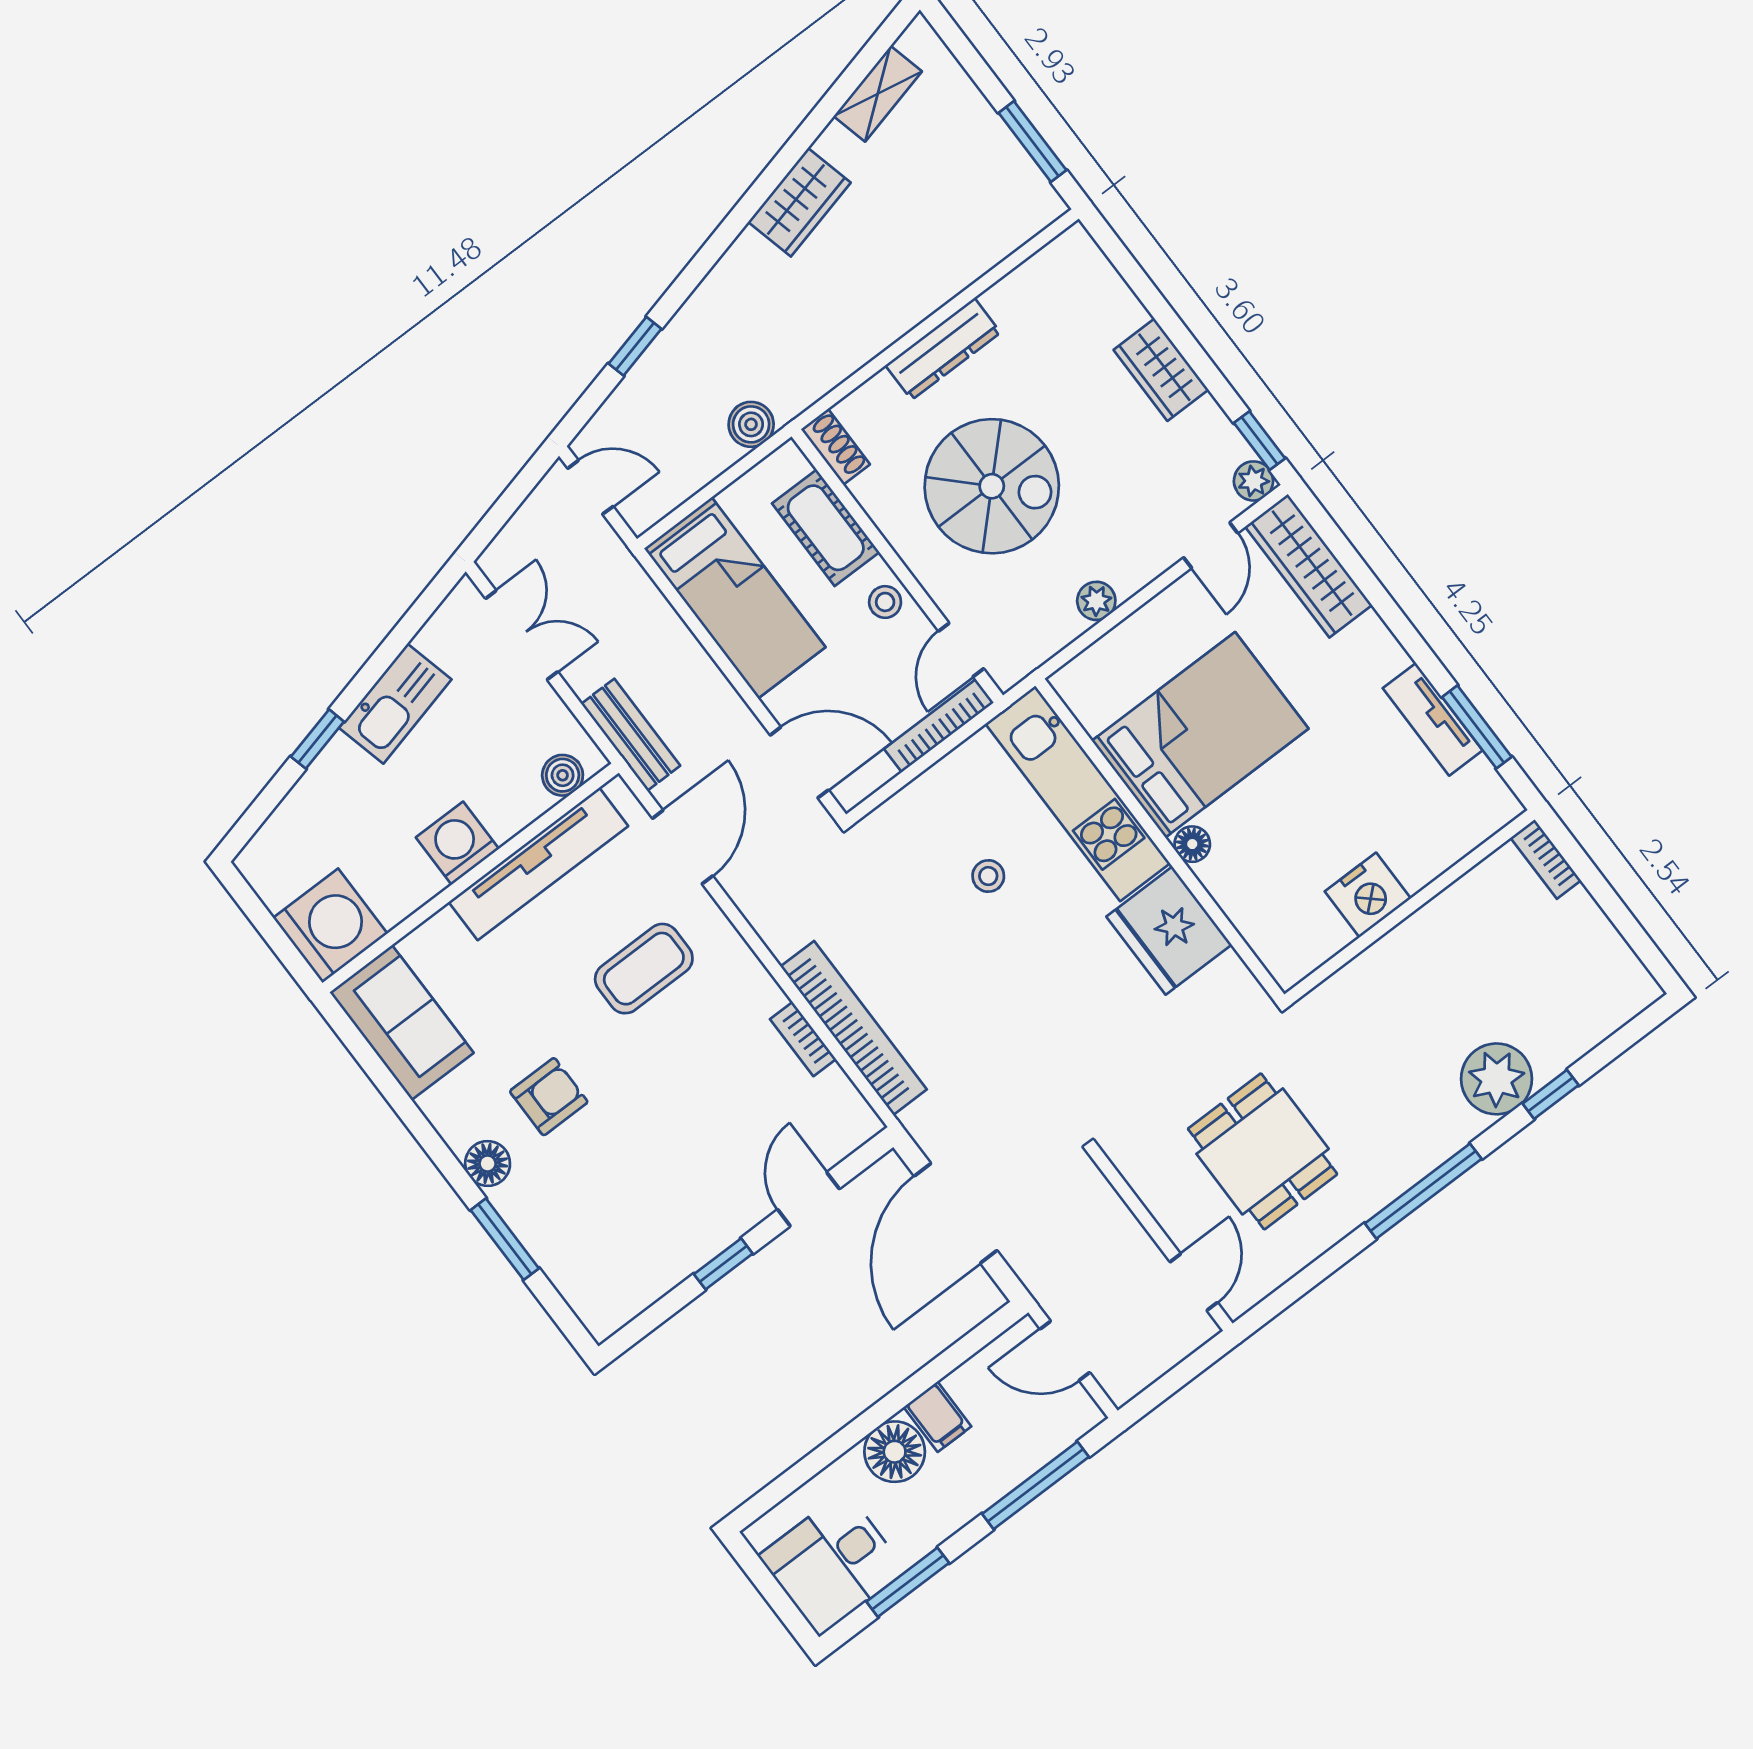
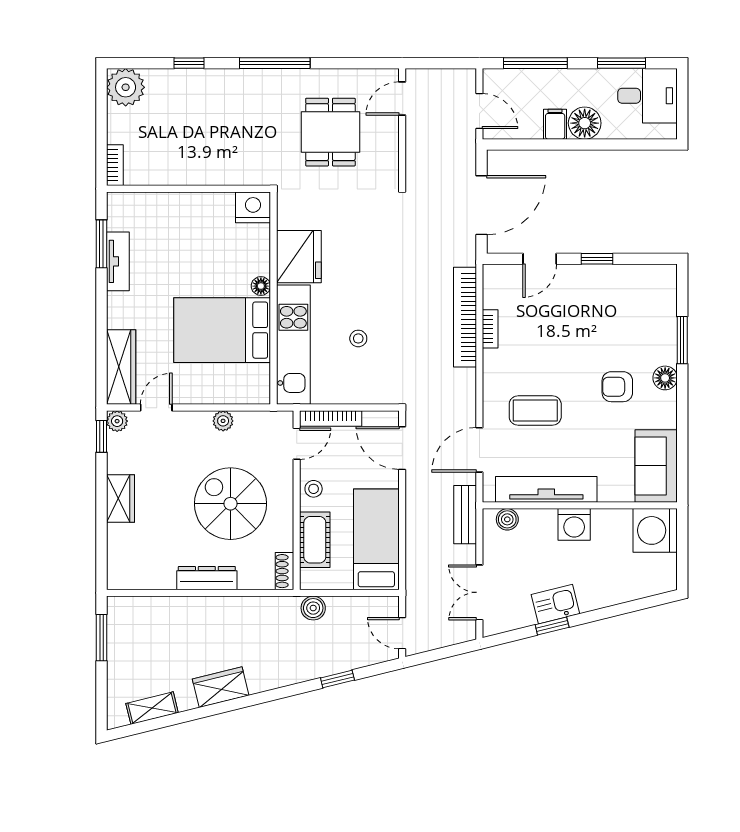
kitchen sink: (395, 704) -> (555, 604), width x0.73
window: (317, 739) -> (552, 626), moved
nightstand: (1368, 895) -> (253, 207), moved
plant: (1497, 1079) -> (126, 87), moved

